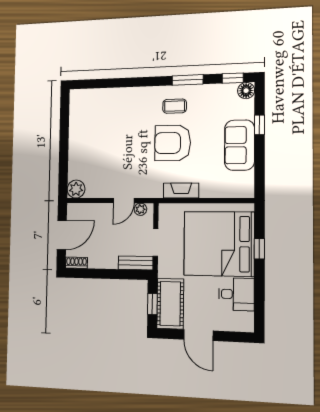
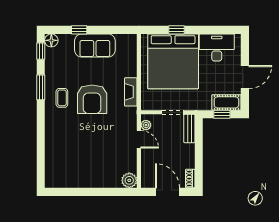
desk: (236, 294) -> (217, 48), width x1.37
cot: (170, 304) -> (226, 102), width x0.73, depth x0.75

